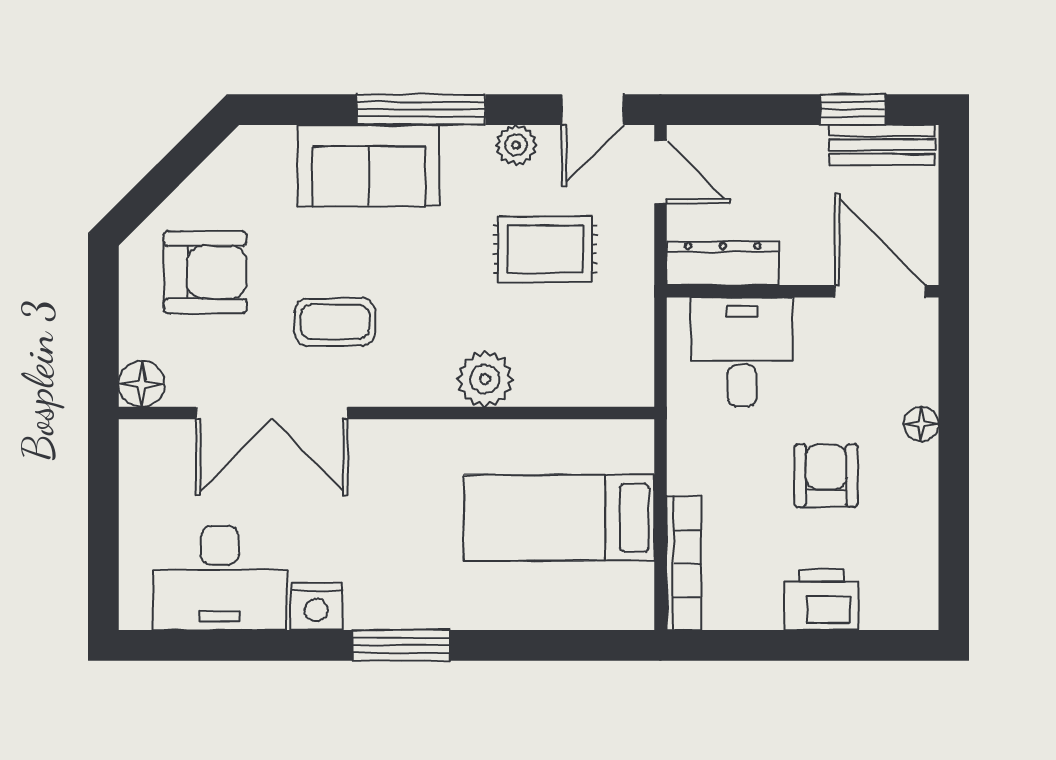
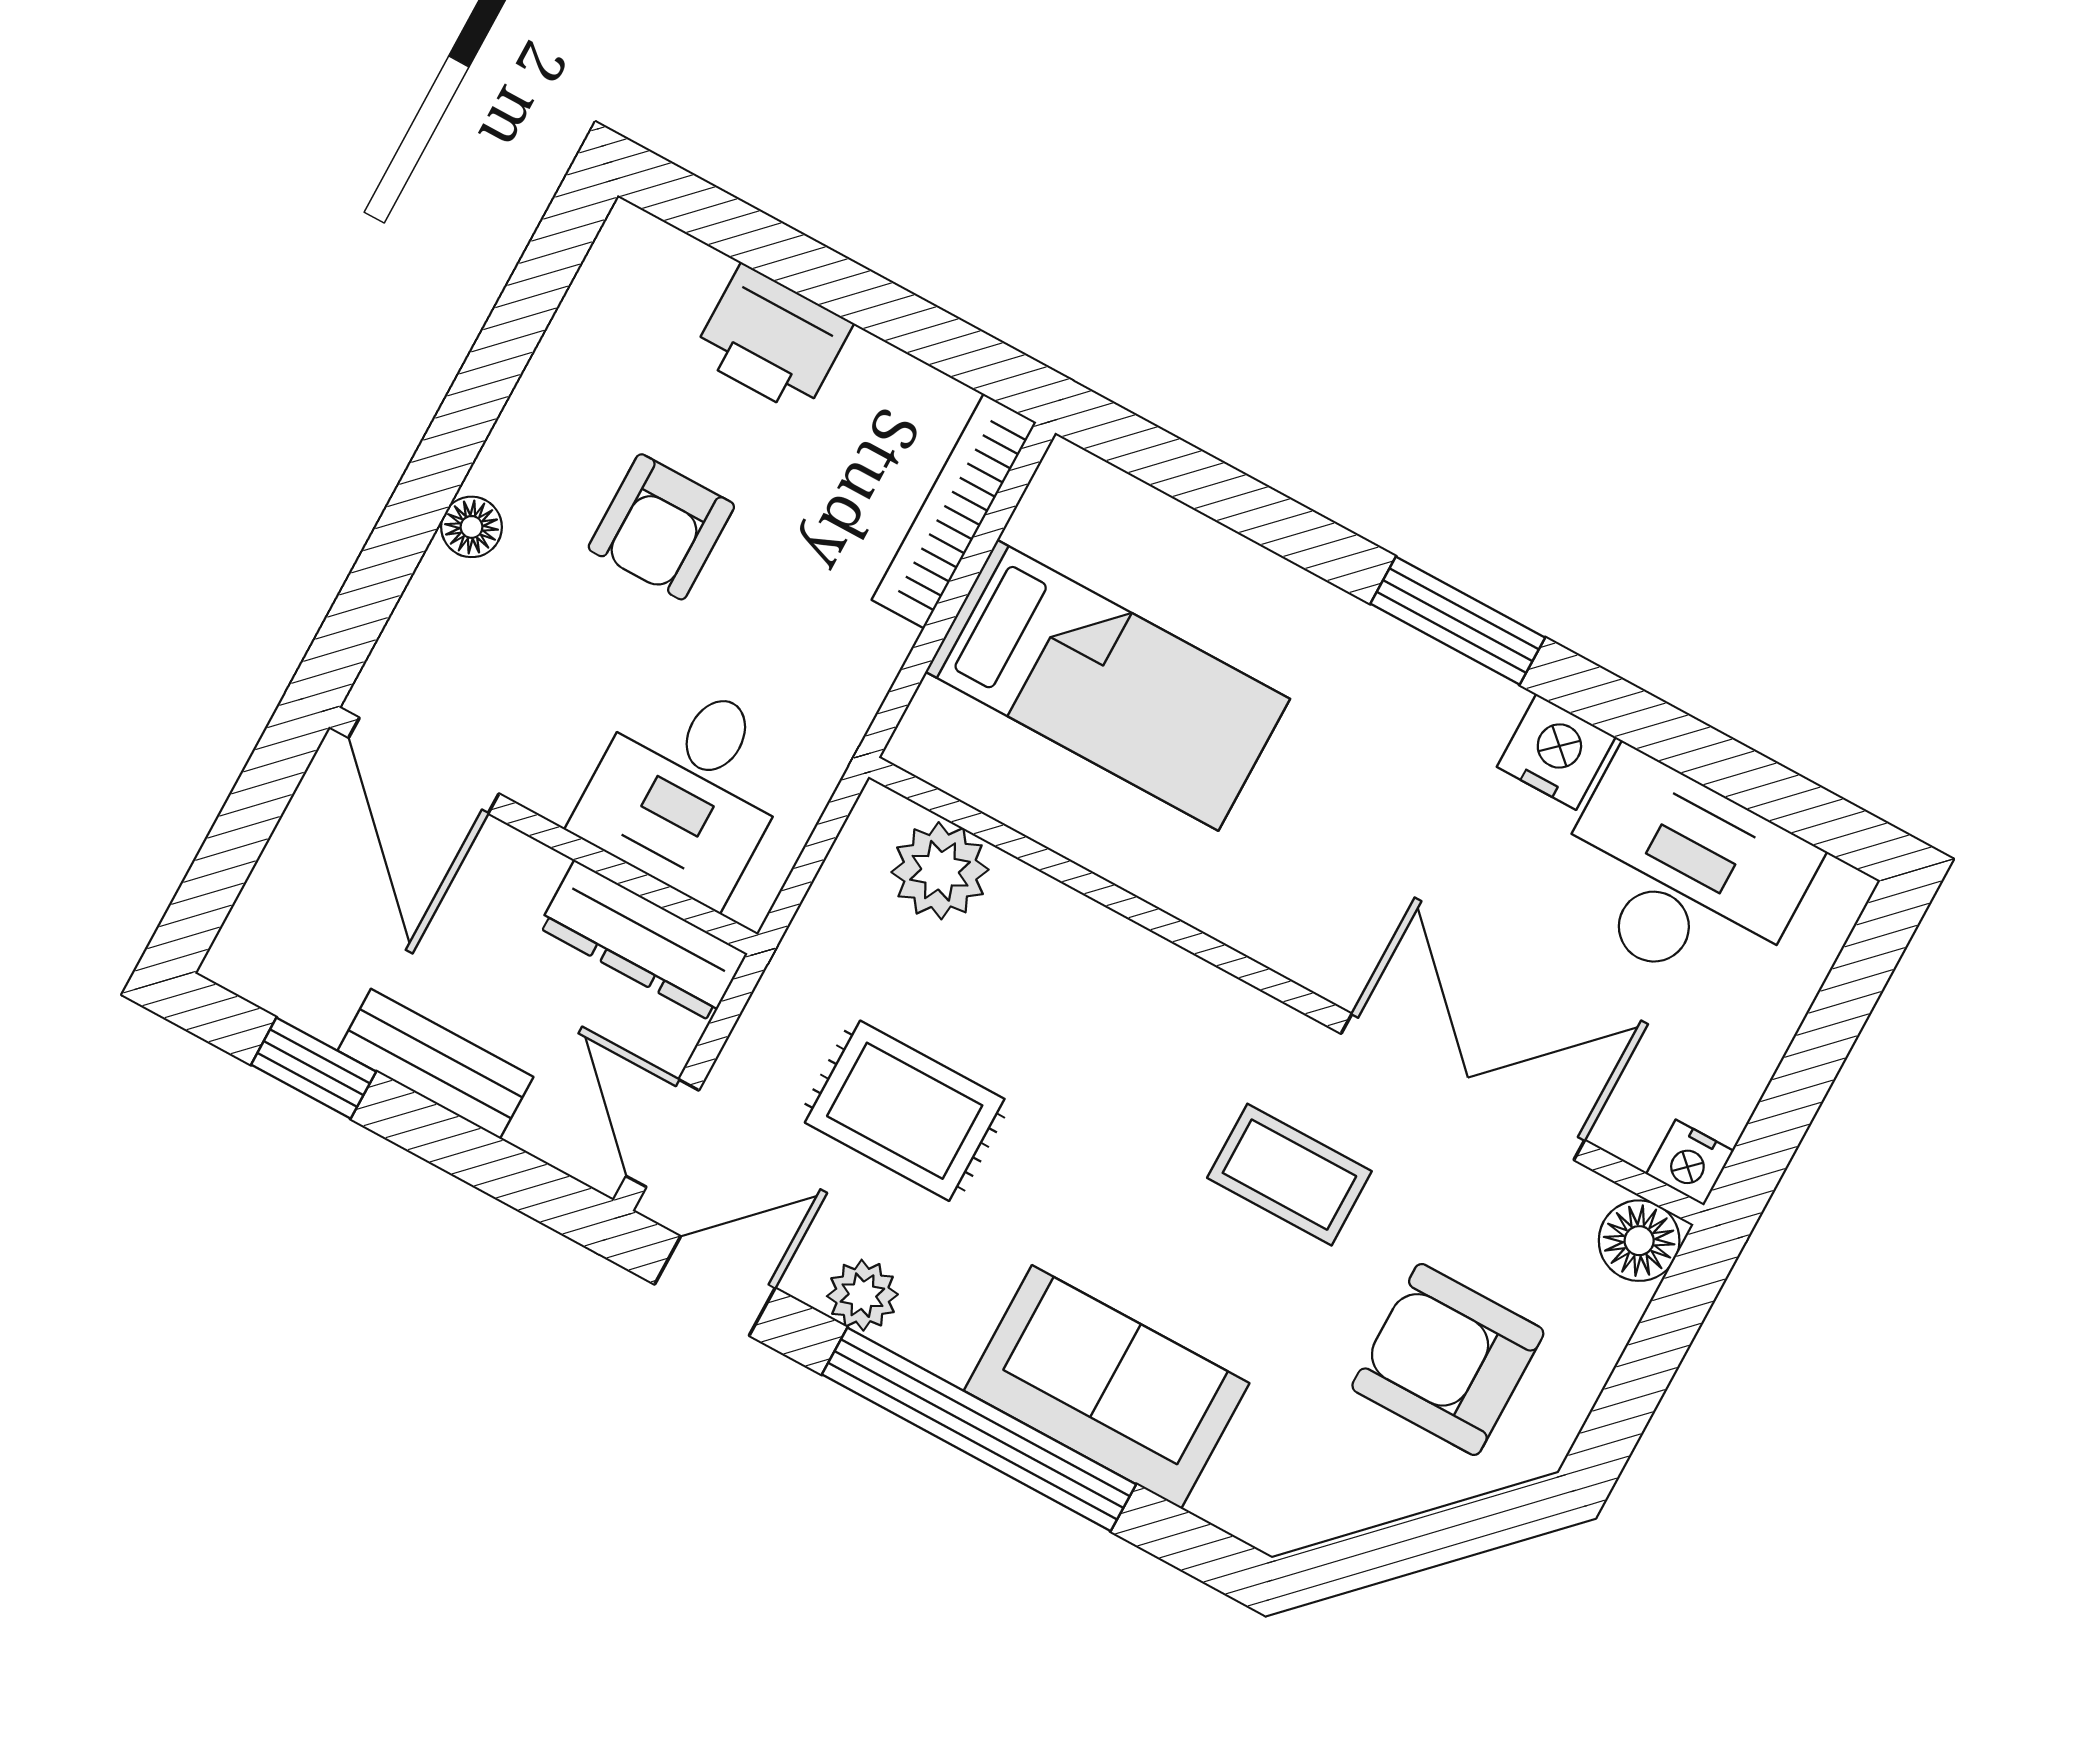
window: (421, 110) -> (979, 1429), width x1.46
bench: (882, 145) -> (435, 1064), moved
plant: (485, 379) -> (940, 871), moved
nightstand: (137, 437) -> (1690, 1162), added

